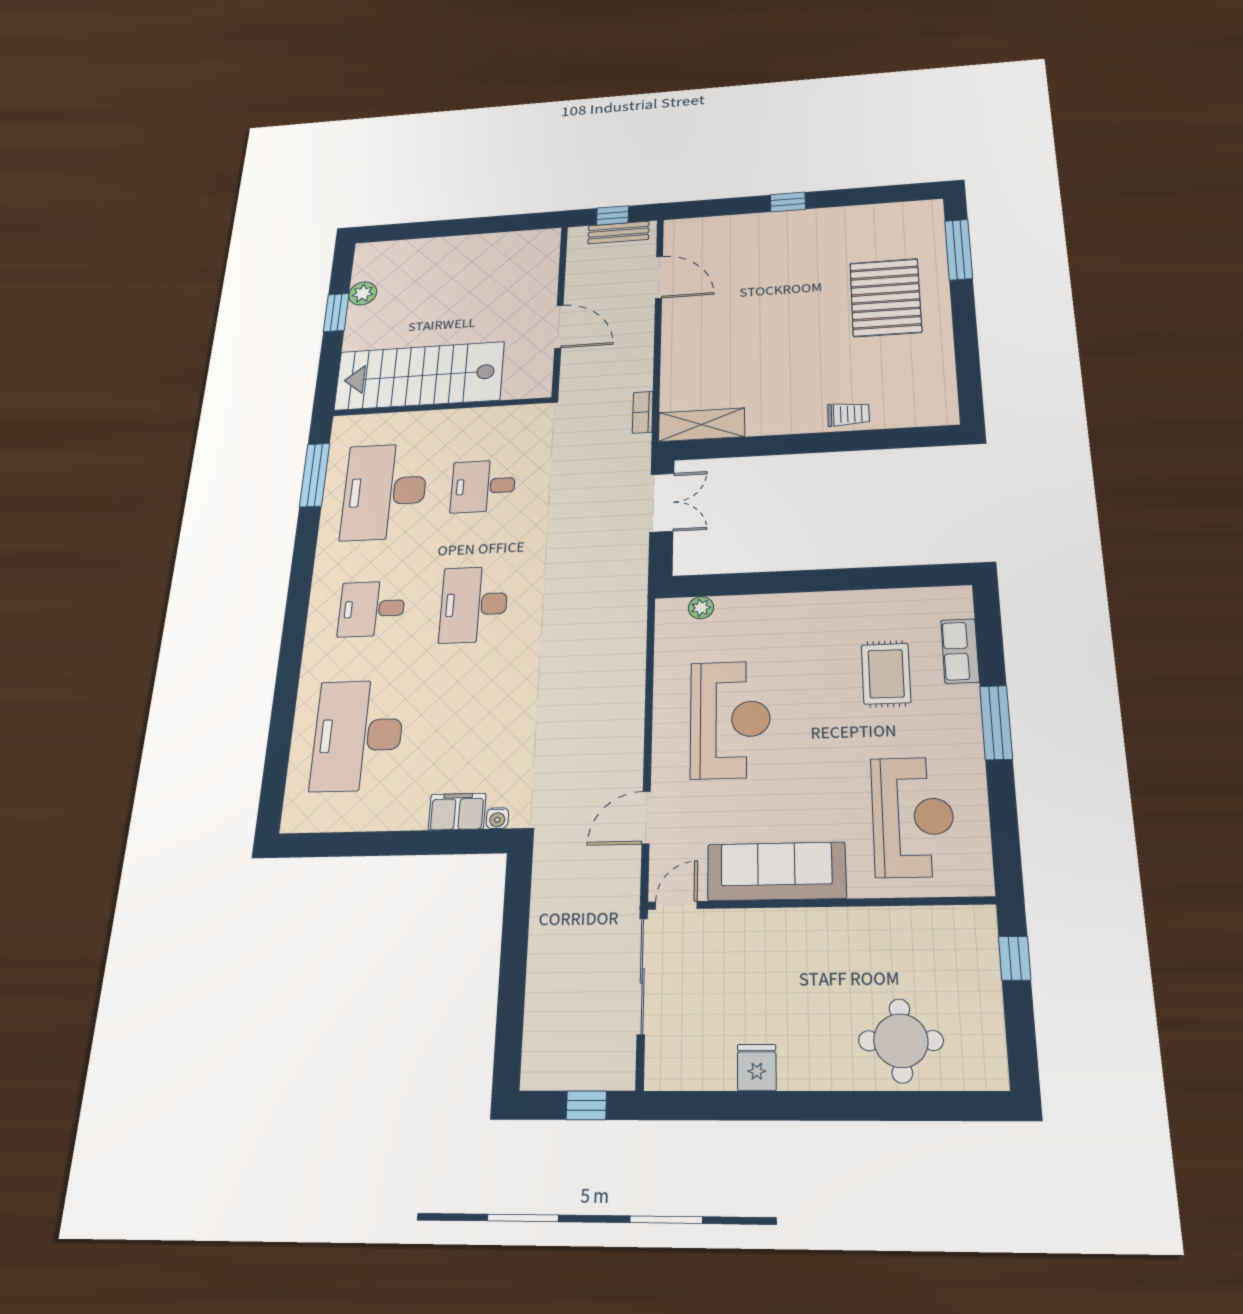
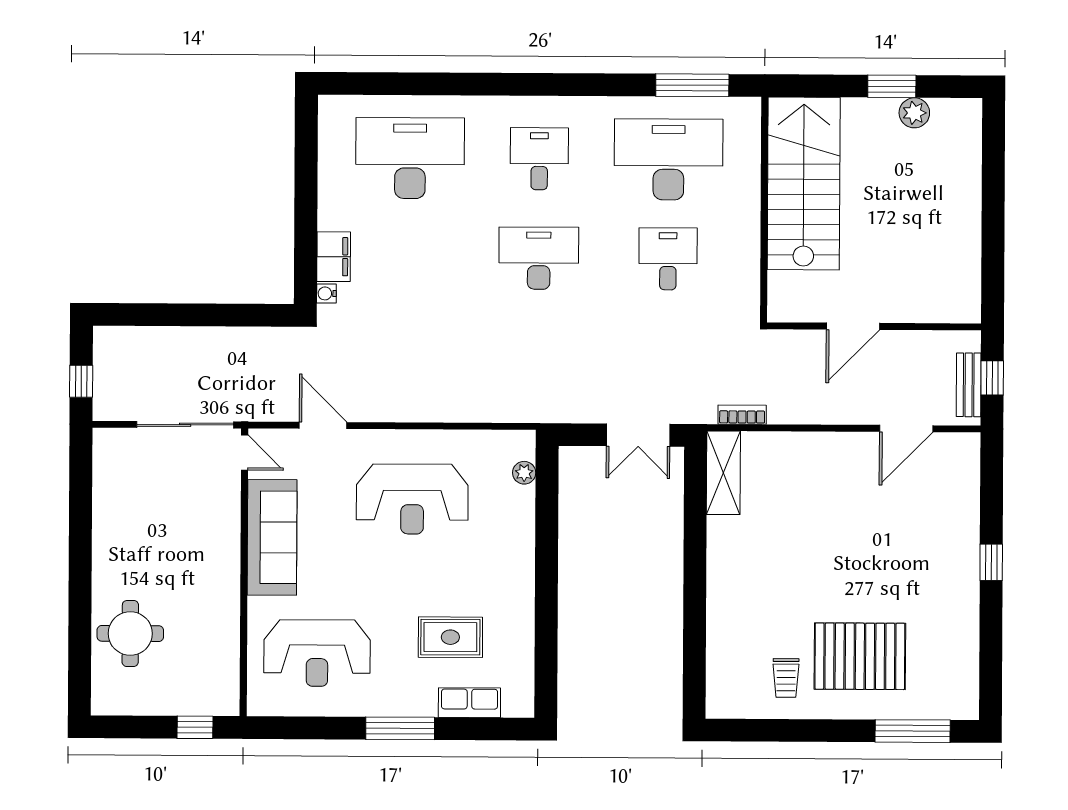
trolley: (848, 414) -> (786, 678), moved
fridge: (757, 1068) -> (110, 519), removed

